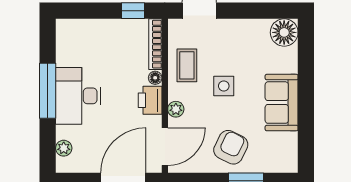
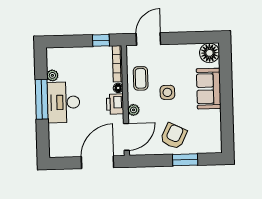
sofa: (282, 103) -> (209, 89), moved
plant: (64, 148) -> (52, 75), moved

